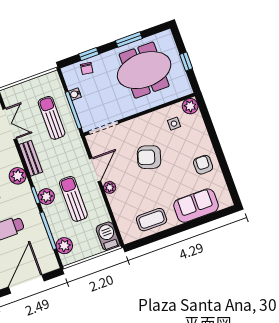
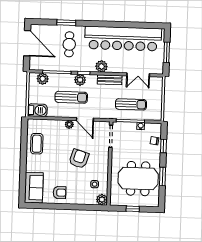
meeting table: (144, 70) -> (138, 179), turned 90
sofa: (196, 206) -> (34, 188), moved

